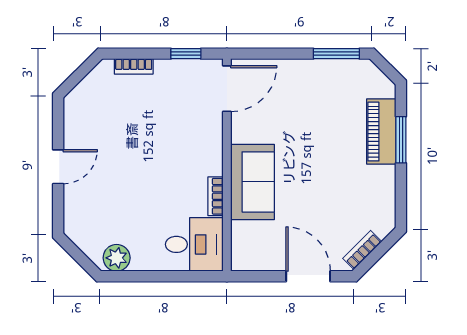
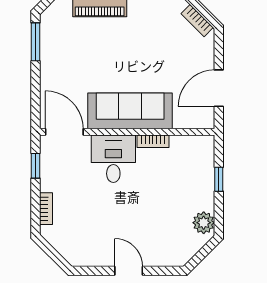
sofa: (253, 182) -> (130, 111), width x1.36
desk: (194, 244) -> (113, 159), moved
window: (169, 276) -> (219, 179), added
door: (308, 276) -> (219, 88), moved

